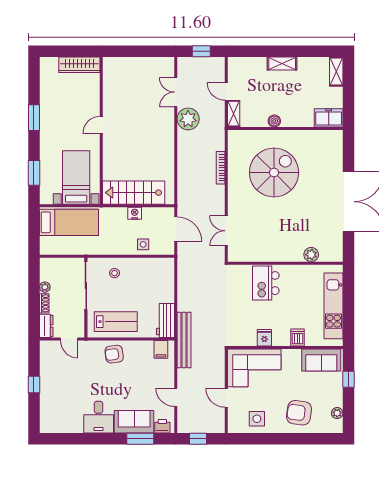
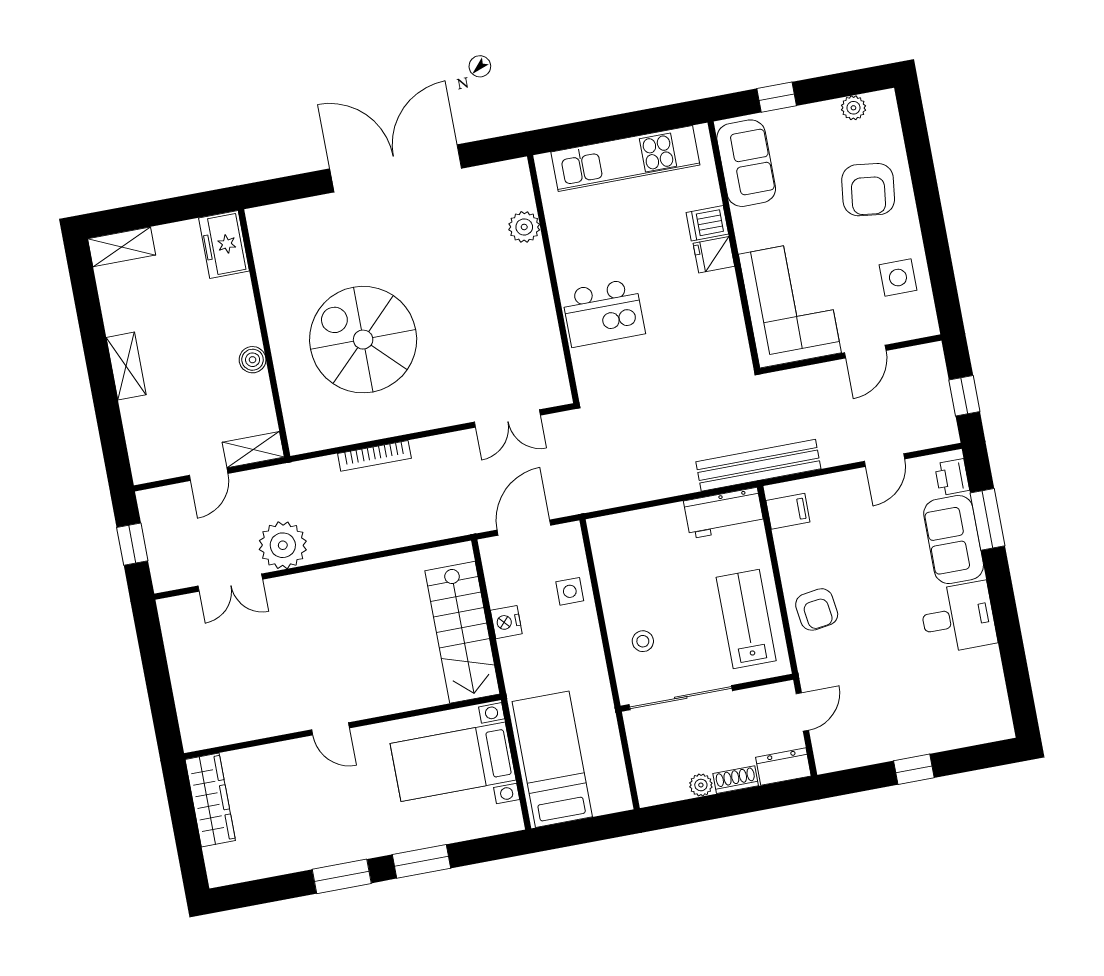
window: (34, 173) -> (422, 861), moved
fridge: (264, 338) -> (714, 255), moved

